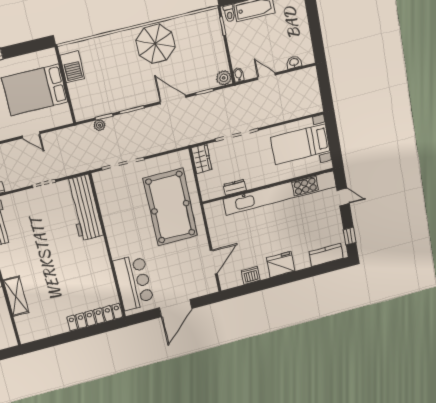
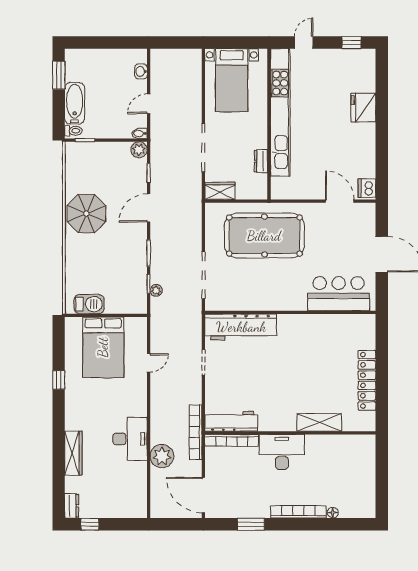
kitchen counter: (326, 255) -> (366, 73), removed
fridge: (281, 265) -> (363, 108), moved
dishwasher: (251, 275) -> (367, 188), moved
locker: (95, 317) -> (367, 380), moved

